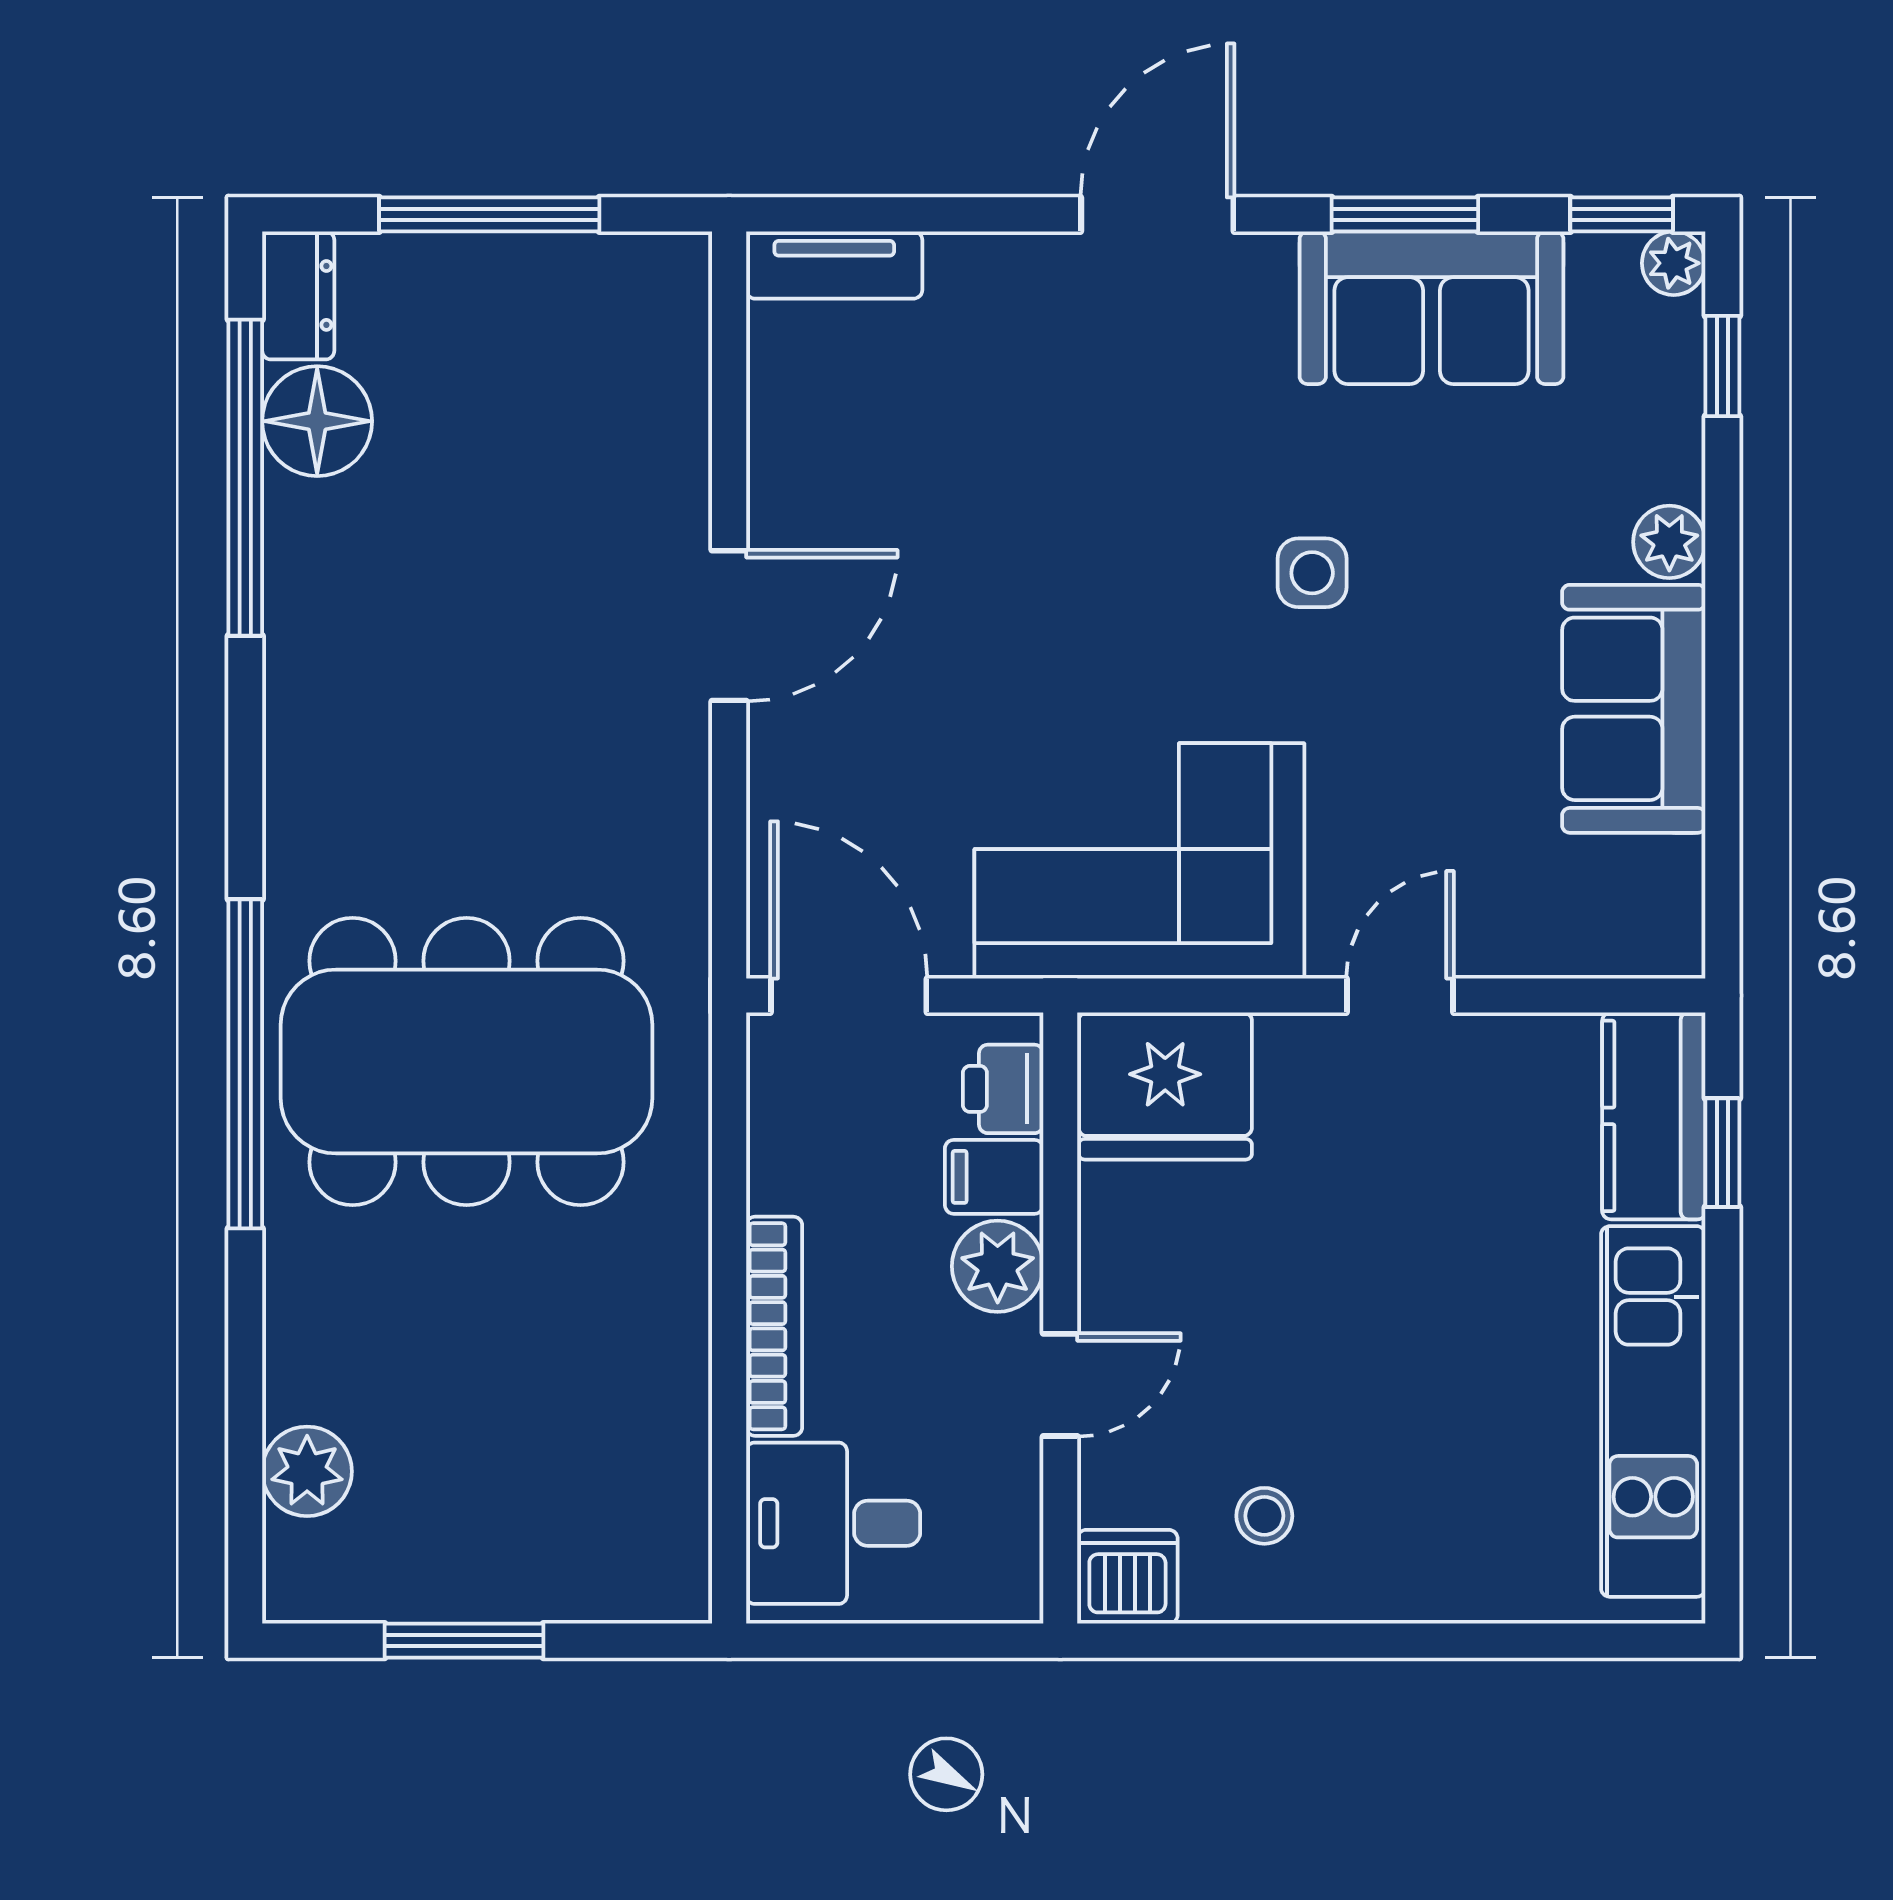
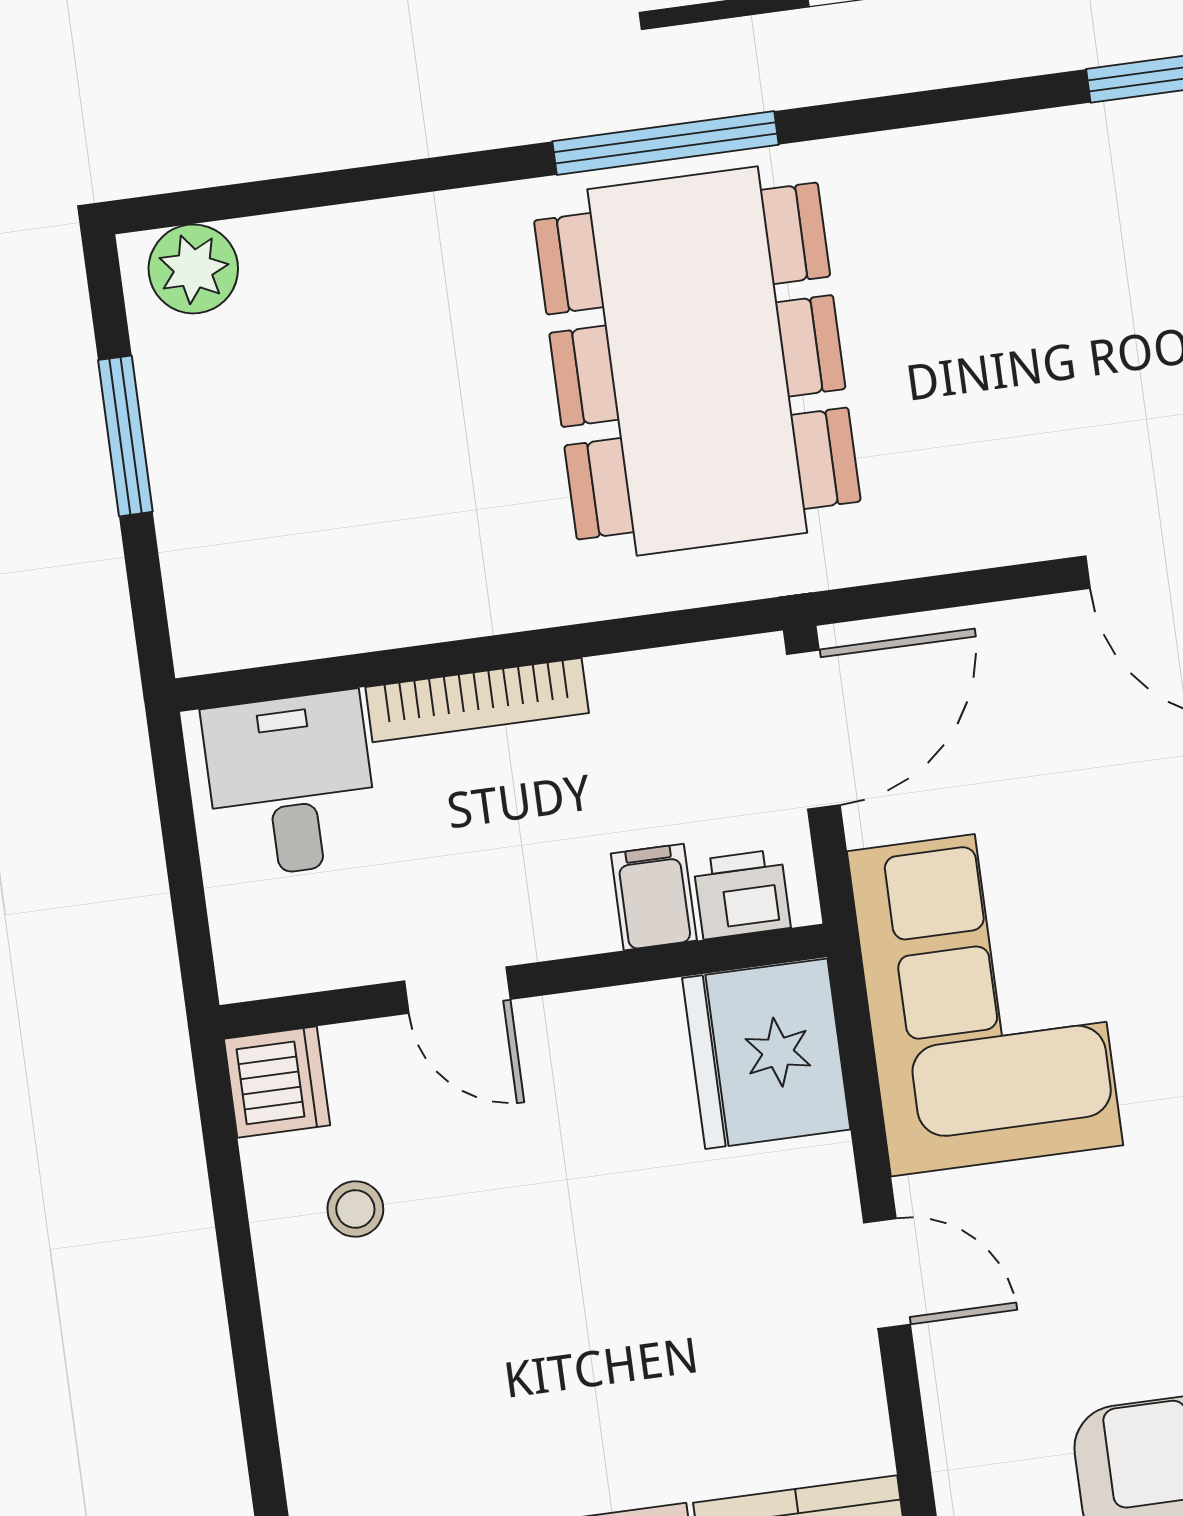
window: (245, 1064) -> (665, 143), width x0.68
plant: (998, 1266) -> (566, 912), removed
plant: (307, 1471) -> (193, 269), moved

